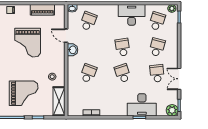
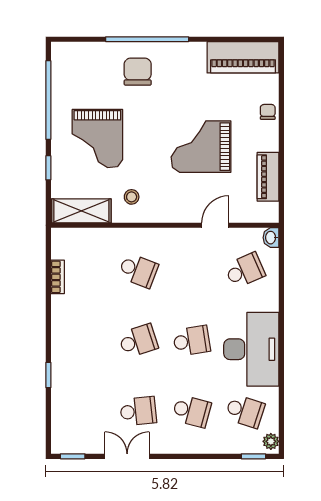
desk: (132, 15) -> (251, 349), width x1.36, depth x1.30
school desk: (88, 21) -> (245, 270), turned -45
washbasin: (73, 50) -> (186, 238), removed
desk: (142, 105) -> (74, 380), removed
plant: (172, 110) -> (63, 442), removed

